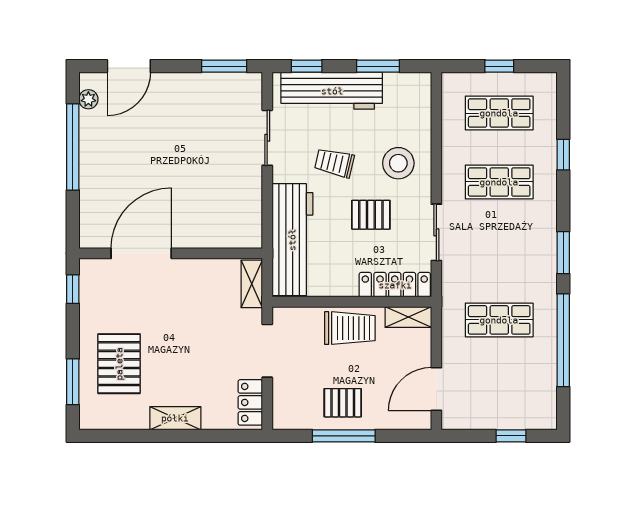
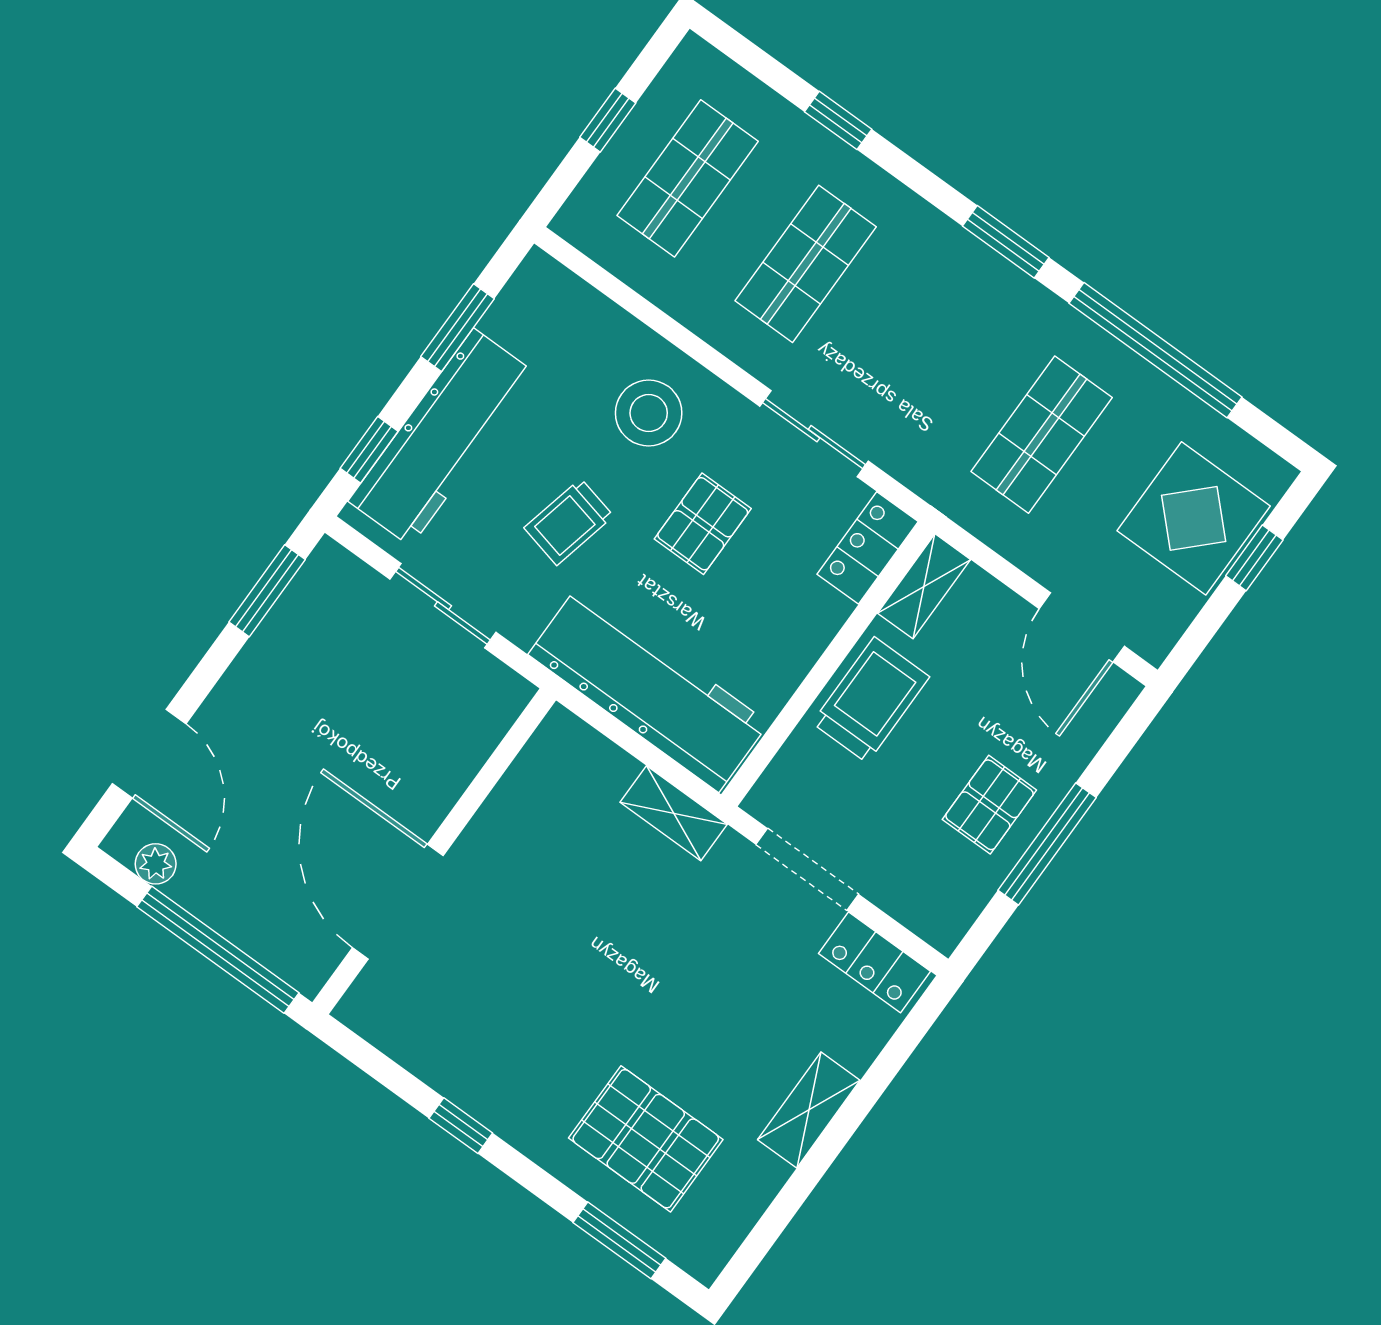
door: (141, 253) -> (398, 902), moved
wall: (171, 253) -> (434, 851), moved
locker: (395, 285) -> (868, 548), width x0.66
display table: (509, 402) -> (1194, 518), added

